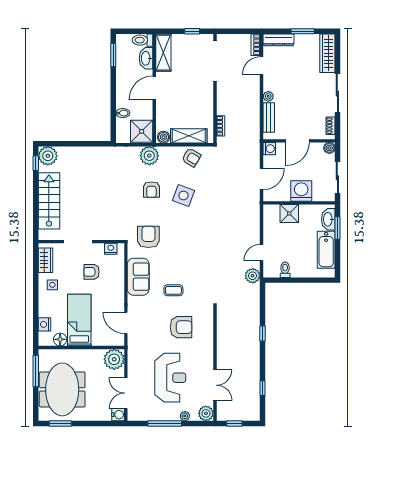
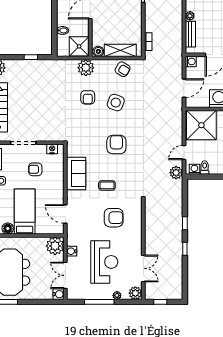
window: (86, 144) -> (31, 57), added
shower: (289, 213) -> (201, 125), width x1.86, depth x1.86
armchair: (148, 237) -> (116, 145), moved
washing machine: (273, 272) -> (194, 169), added
water cooler: (133, 365) -> (72, 251), added
window: (263, 388) -> (185, 249), moved

